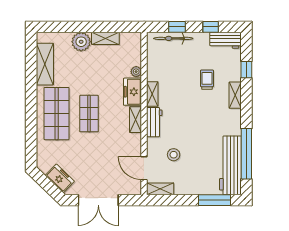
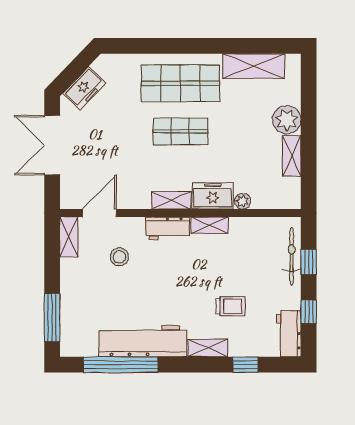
workbench: (230, 165) -> (143, 341), moved

